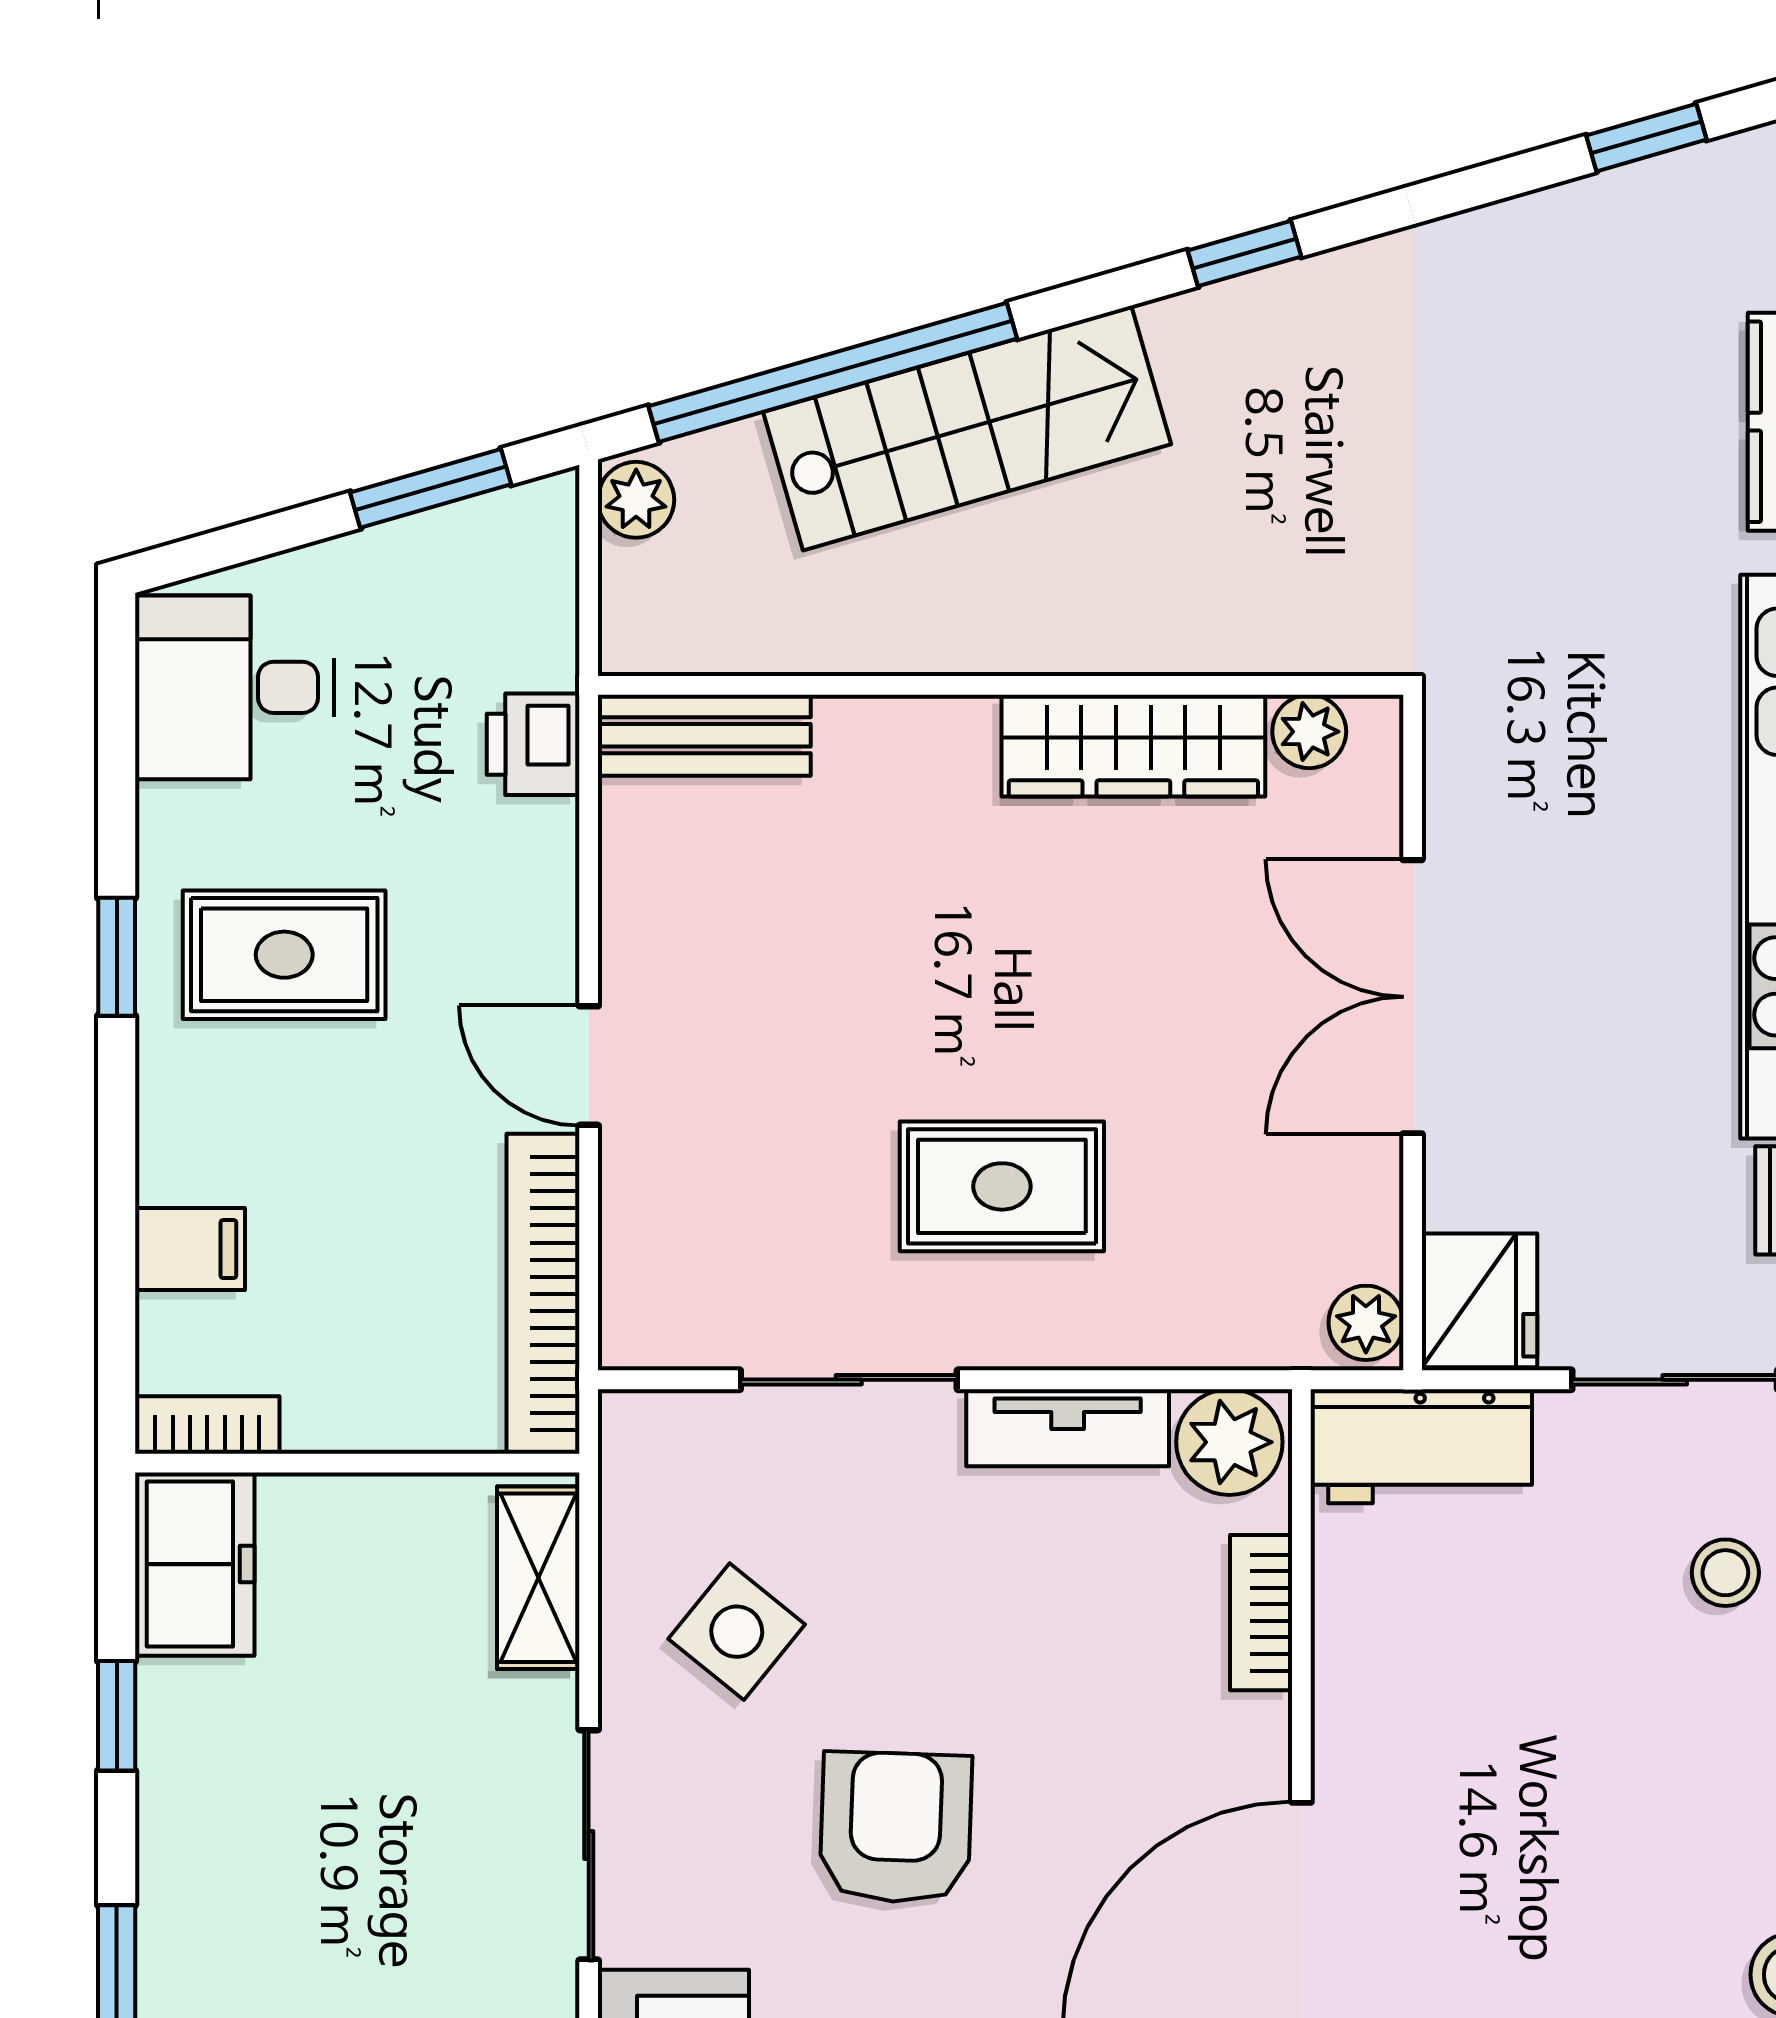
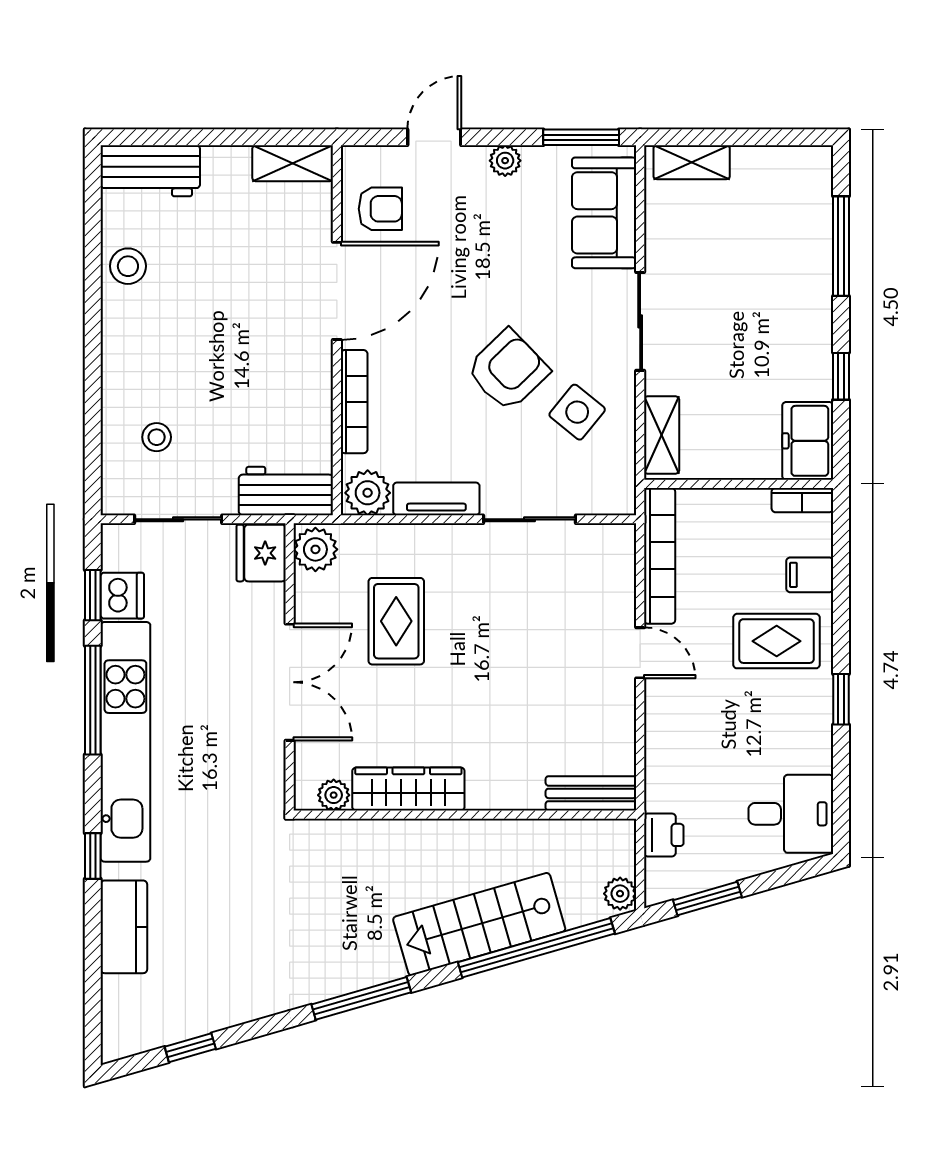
window: (1244, 254) -> (361, 998), width x2.17
printer: (533, 744) -> (664, 835), moved
rug: (284, 955) -> (777, 641), moved
rug: (1002, 1186) -> (396, 621), moved, turned 90
plant: (1366, 1323) -> (315, 549), width x1.38, depth x1.38
bookcase: (1261, 1613) -> (354, 402), width x1.56
armchair: (896, 1828) -> (508, 370), moved, turned -136

